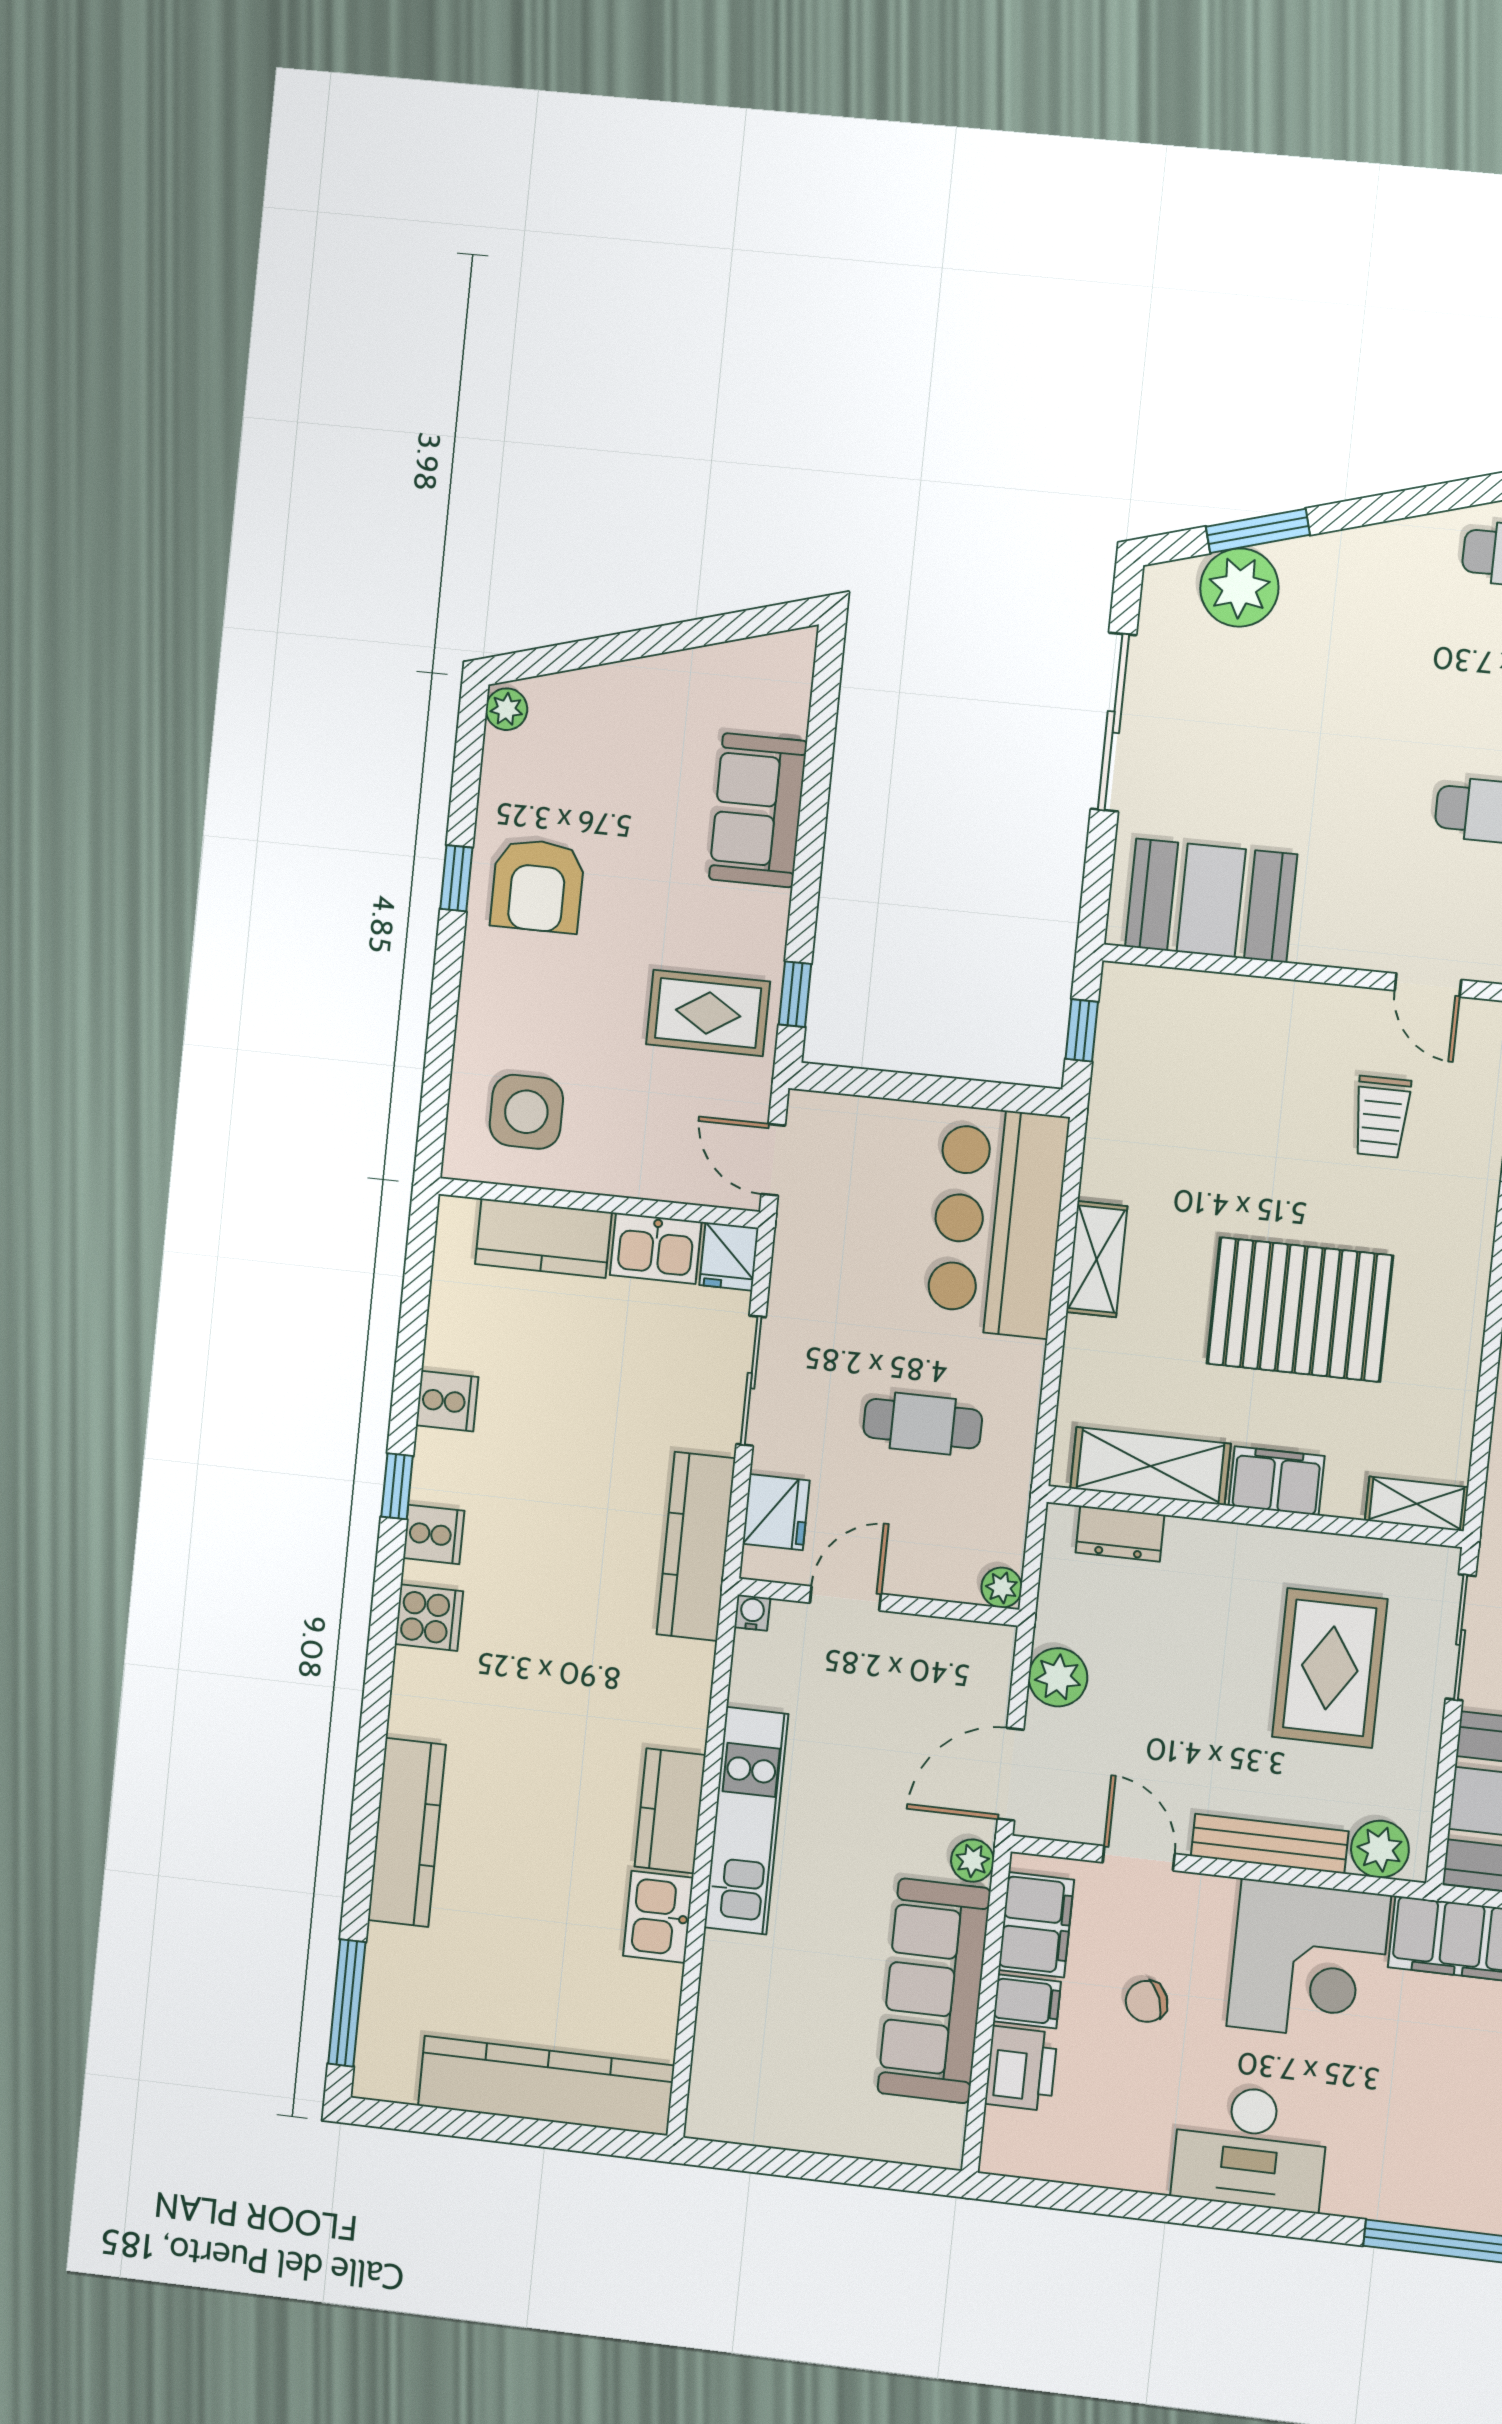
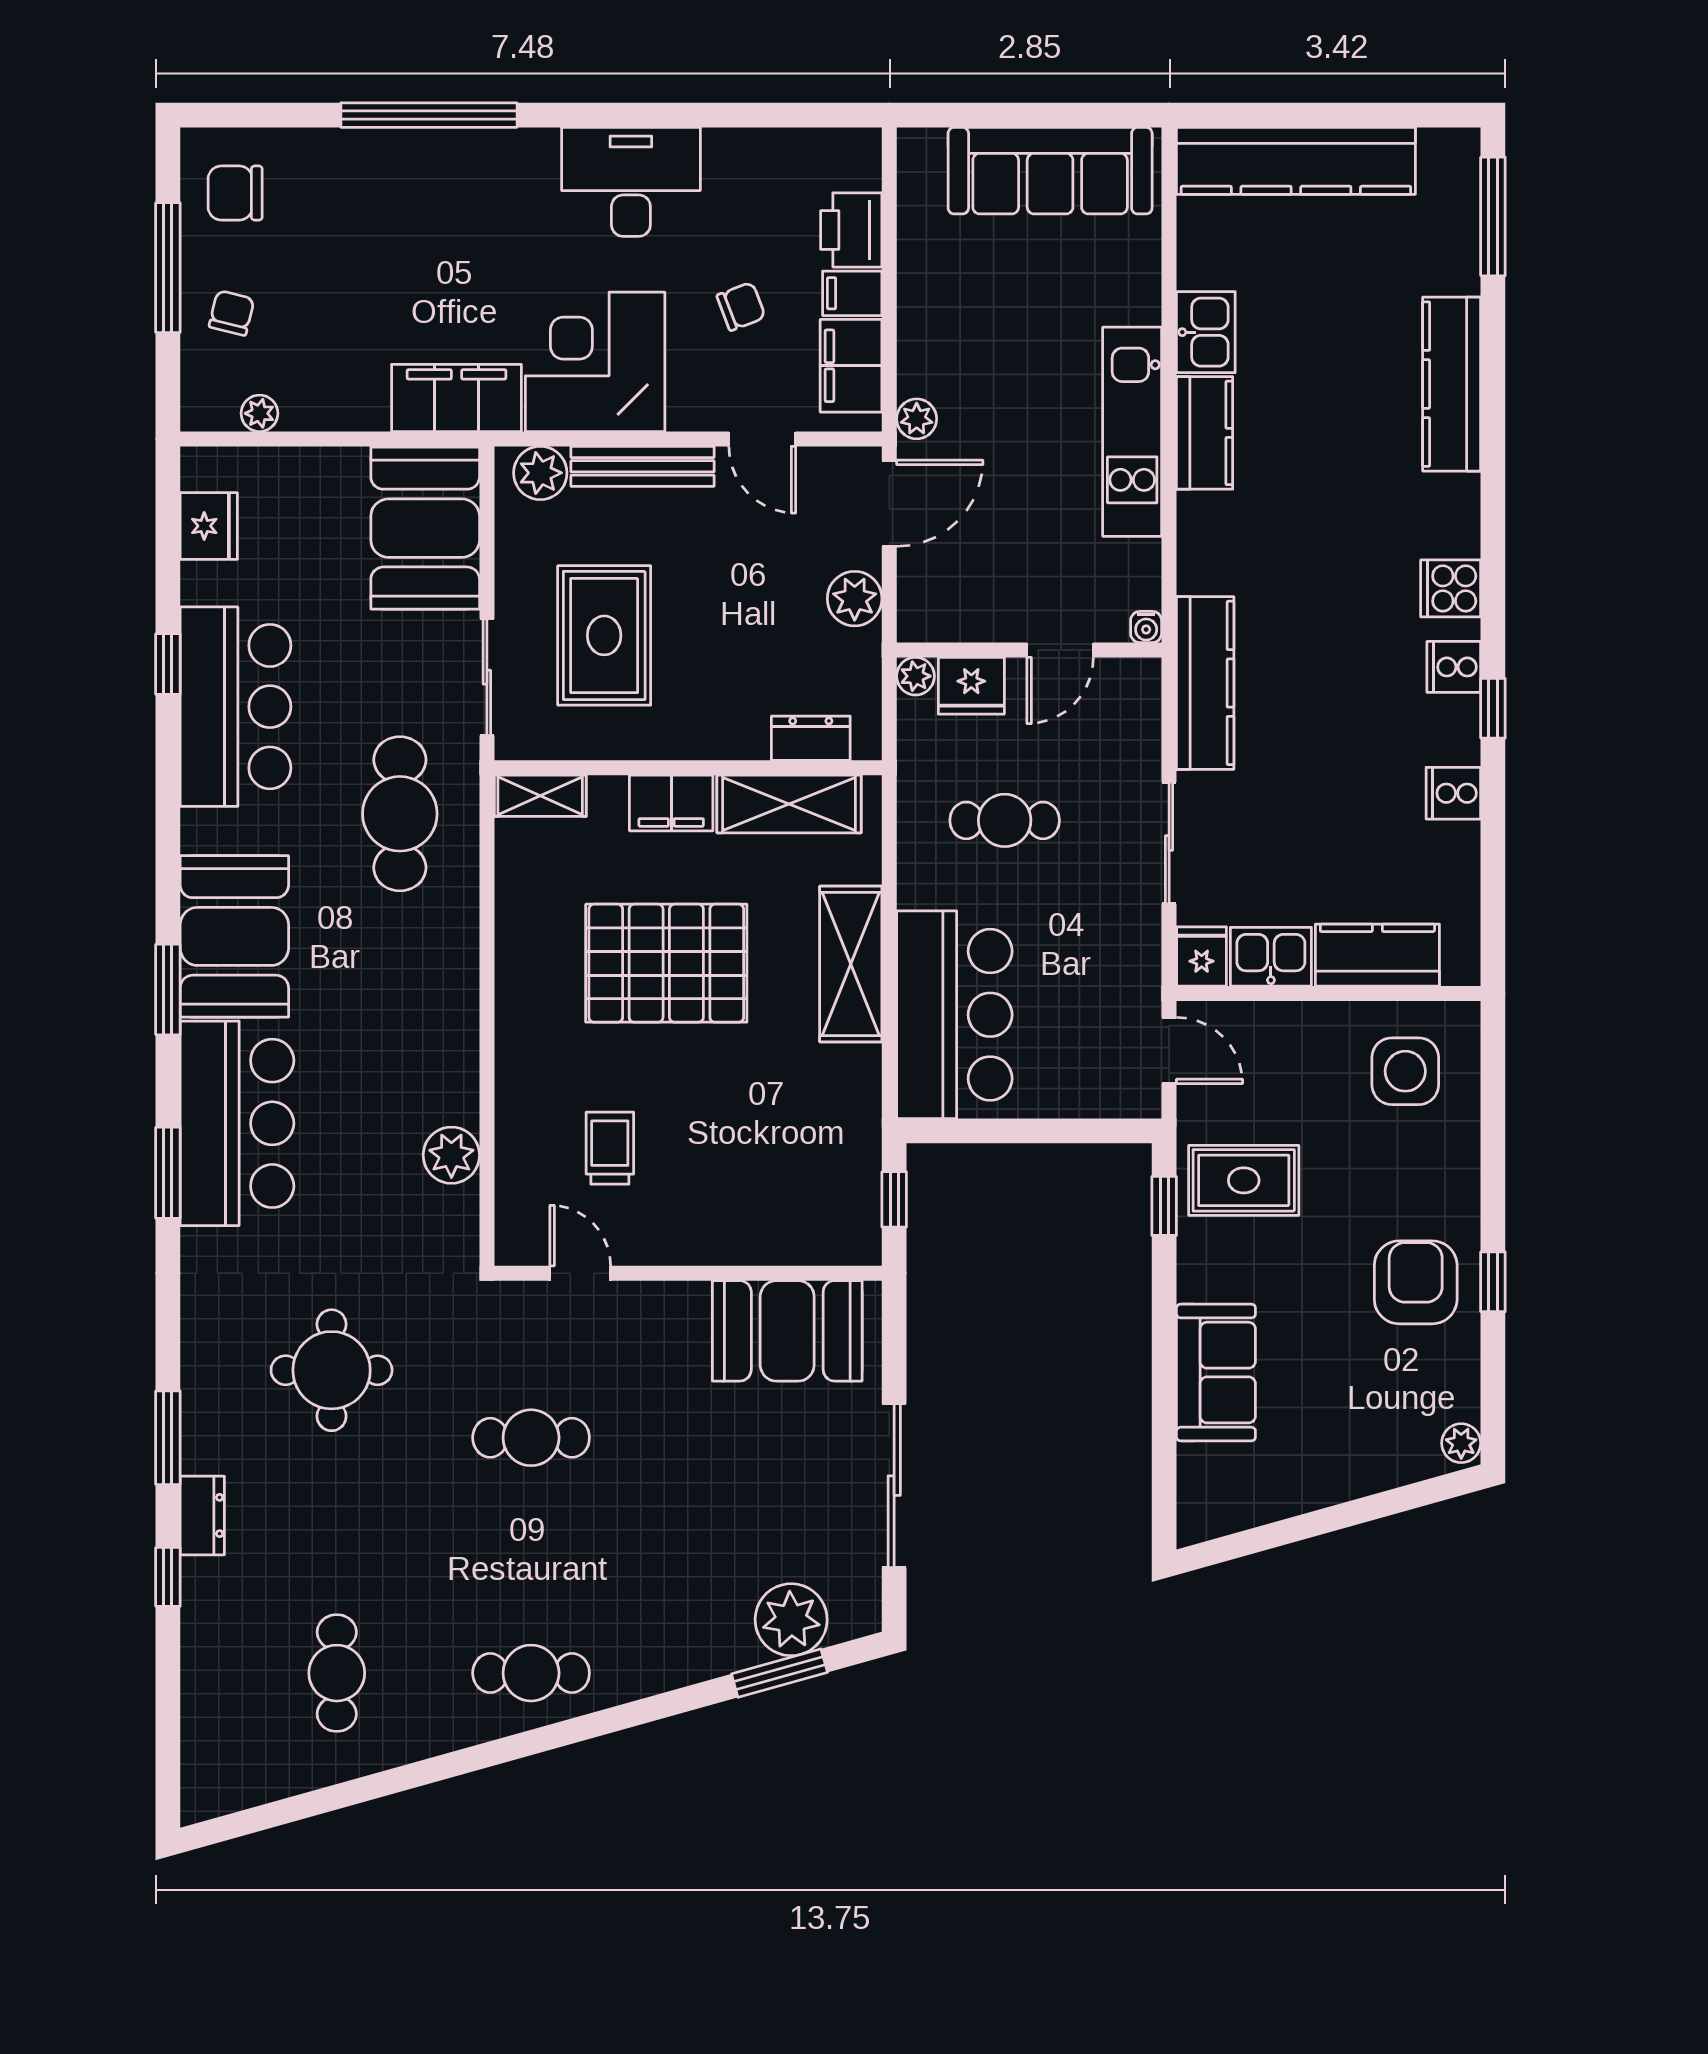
shelving: (1097, 1259) -> (851, 964), width x1.50, depth x1.33
fridge: (776, 1512) -> (971, 686), moved, turned -90
sofa: (934, 1991) -> (1050, 171), moved, turned 90

